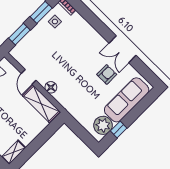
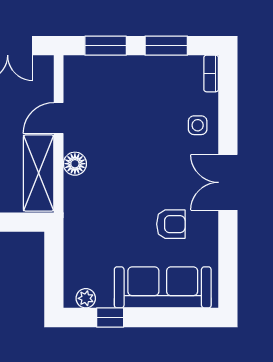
side table: (55, 22) -> (198, 125), moved
double door: (122, 49) -> (228, 182), moved
plant: (103, 125) -> (86, 298), width x0.53, depth x0.53

